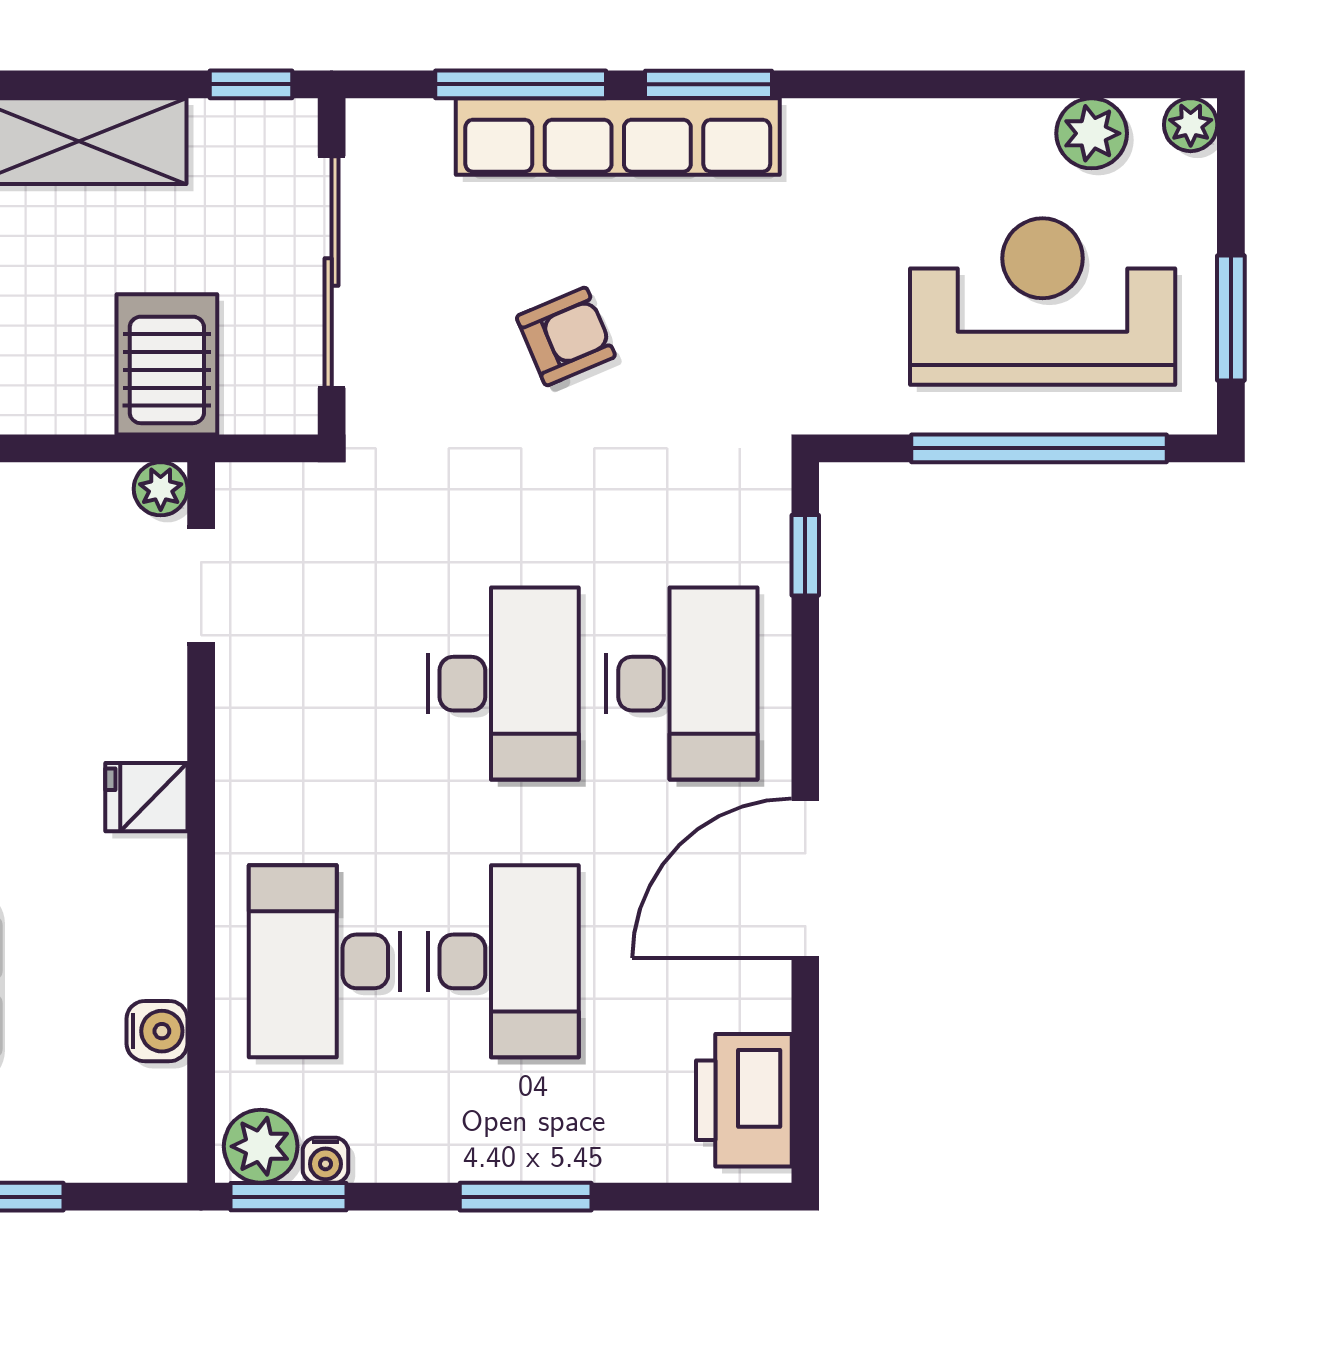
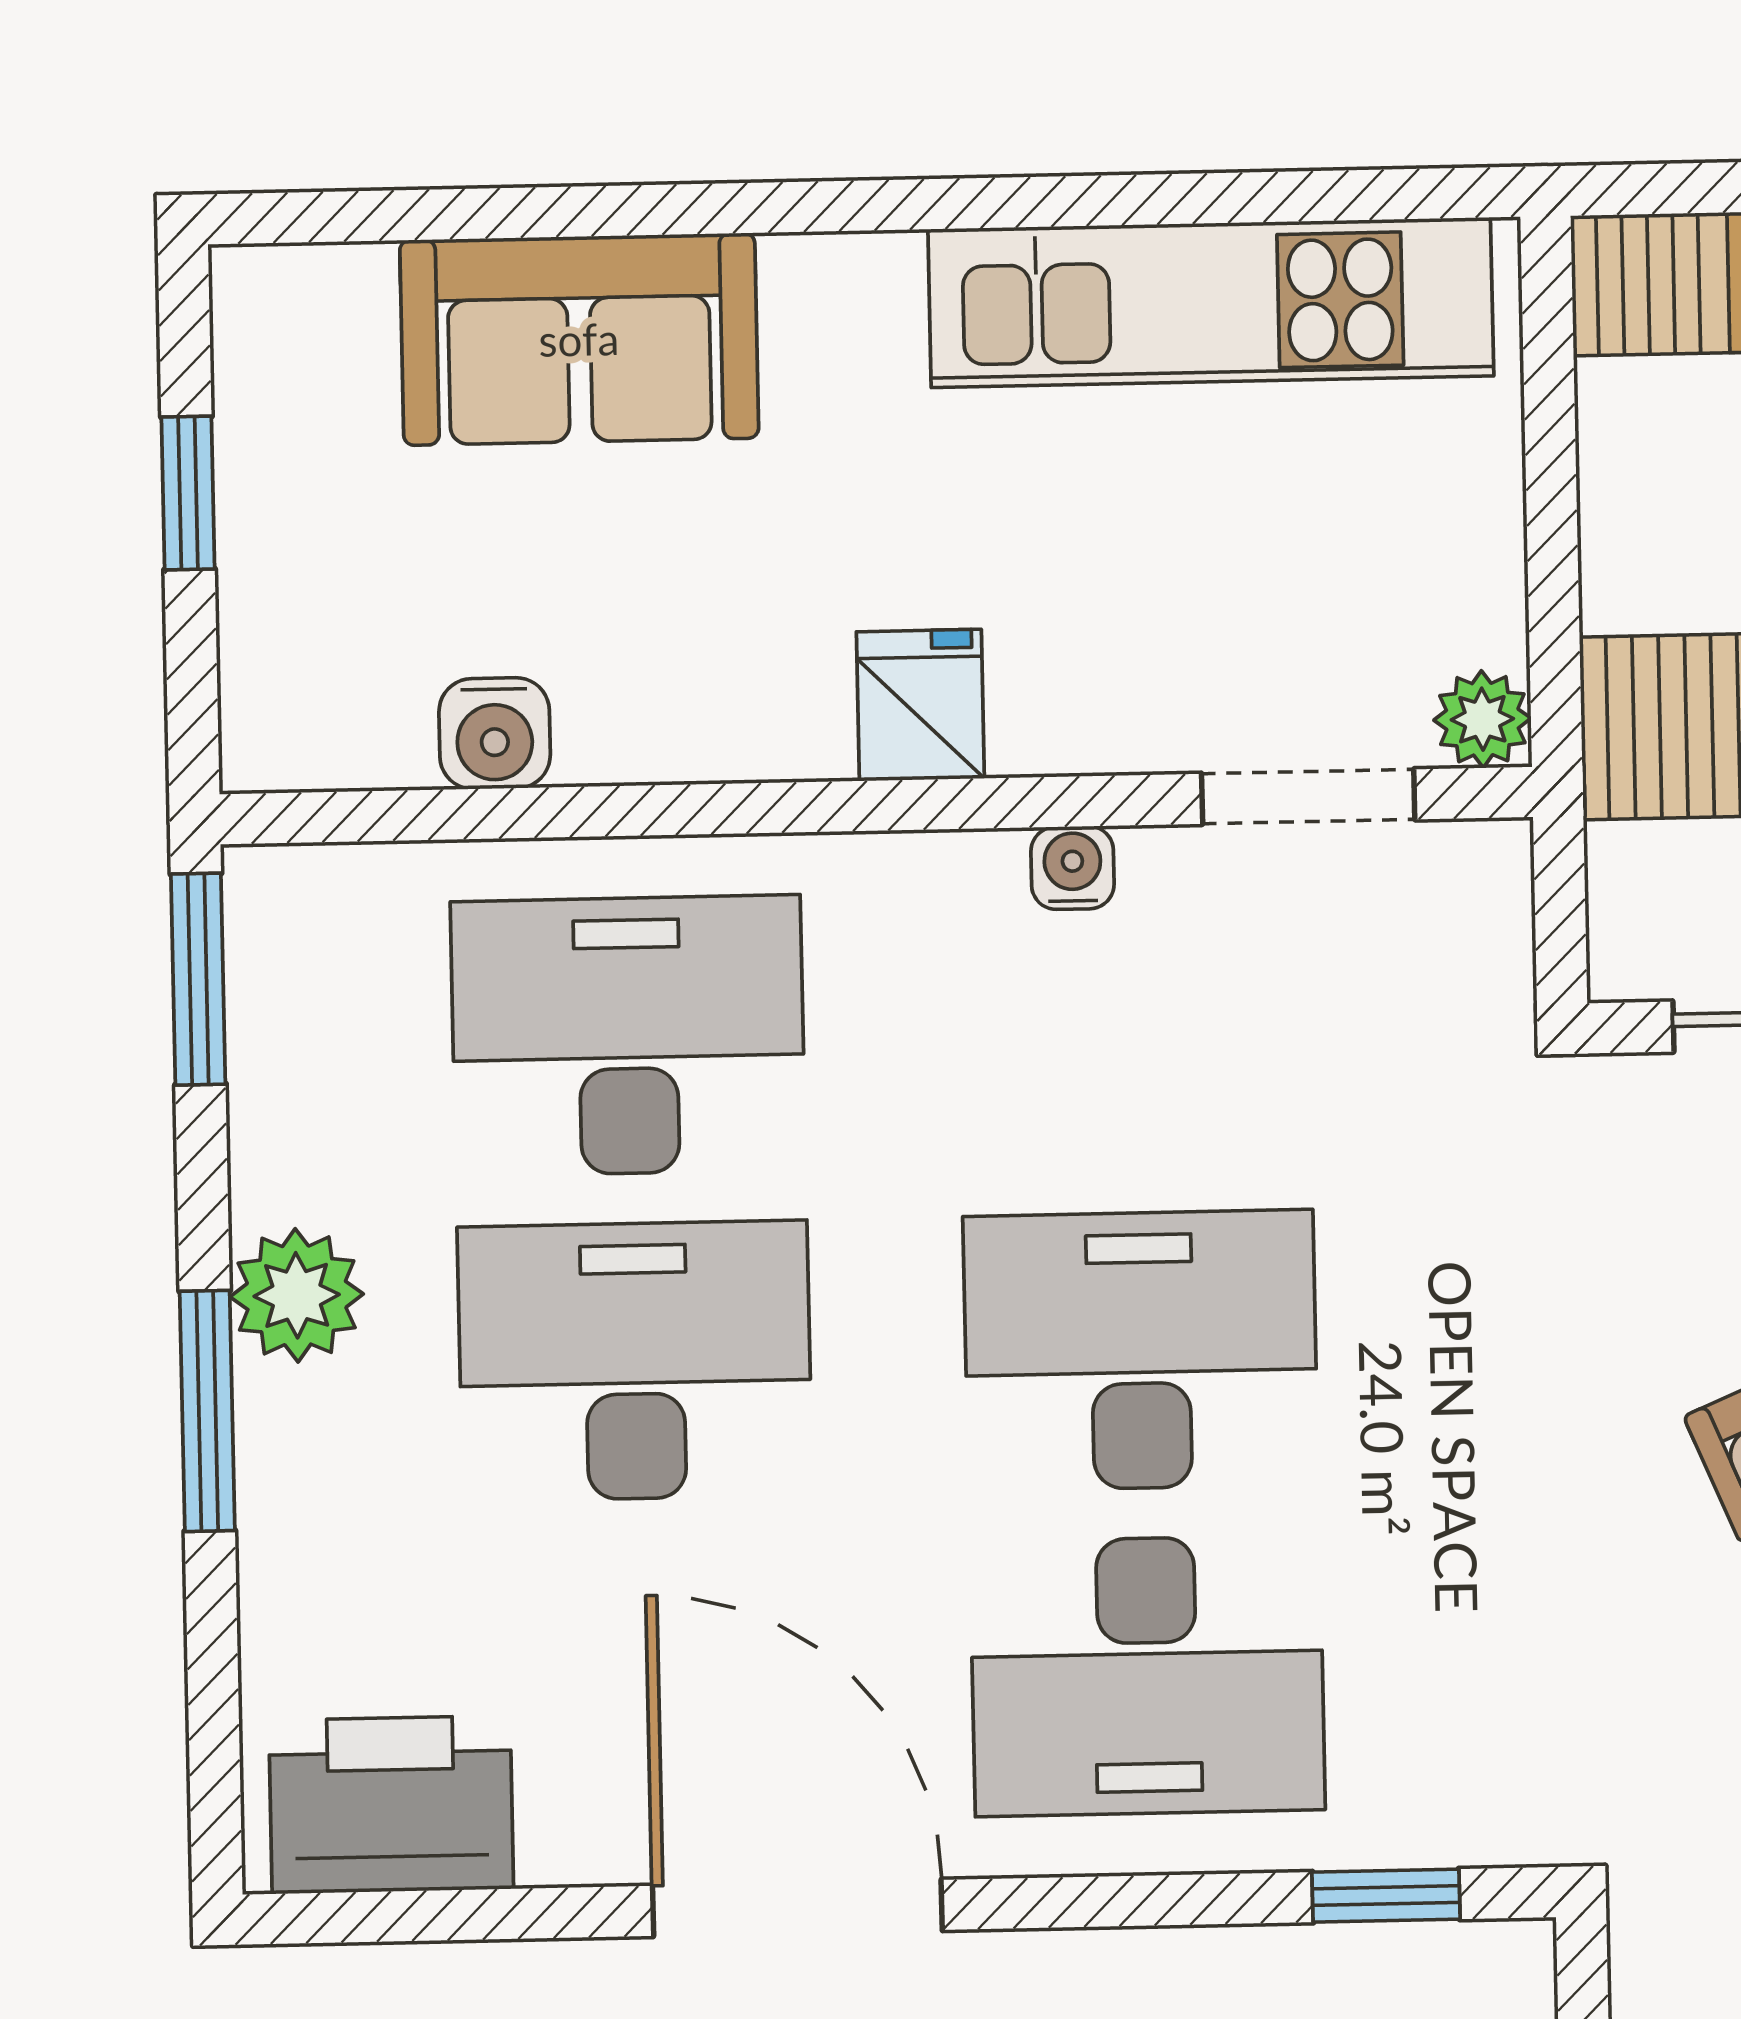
desk: (503, 684) -> (1141, 1350), turned 180
desk: (503, 961) -> (635, 1361), turned 180
plant: (261, 1146) -> (297, 1295), moved
water cooler: (325, 1160) -> (1073, 868), moved, turned 90

